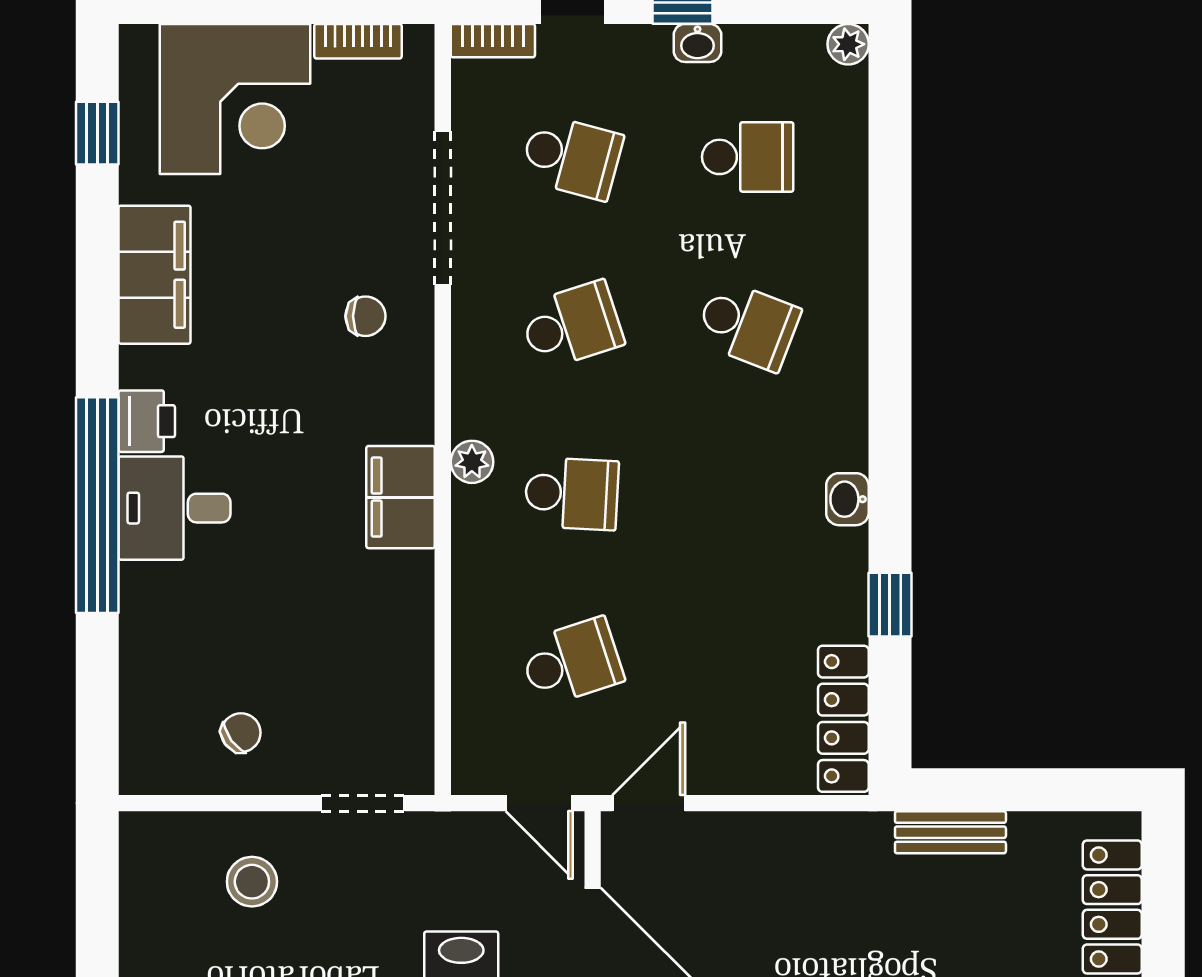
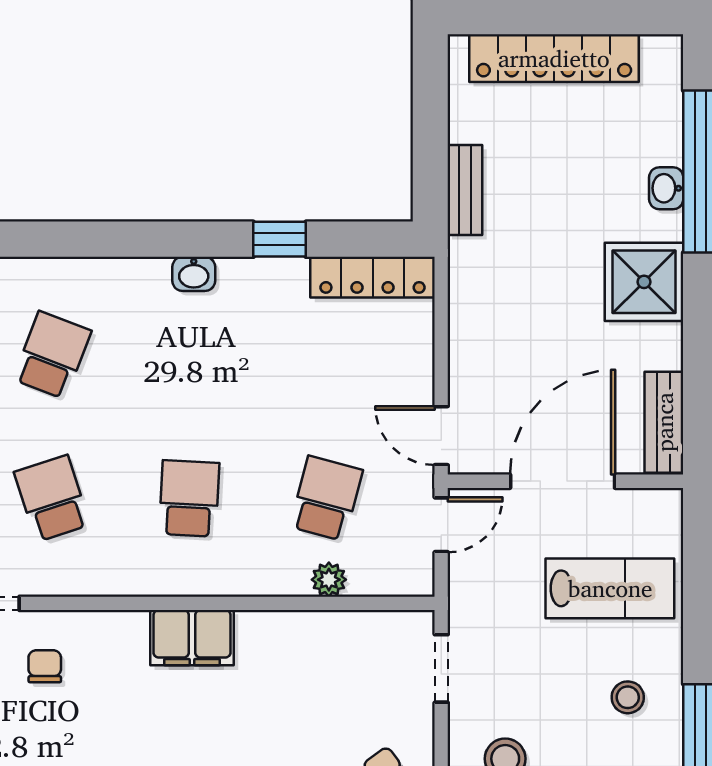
plant: (472, 462) -> (329, 580), moved
school desk: (572, 662) -> (326, 498), turned 33

